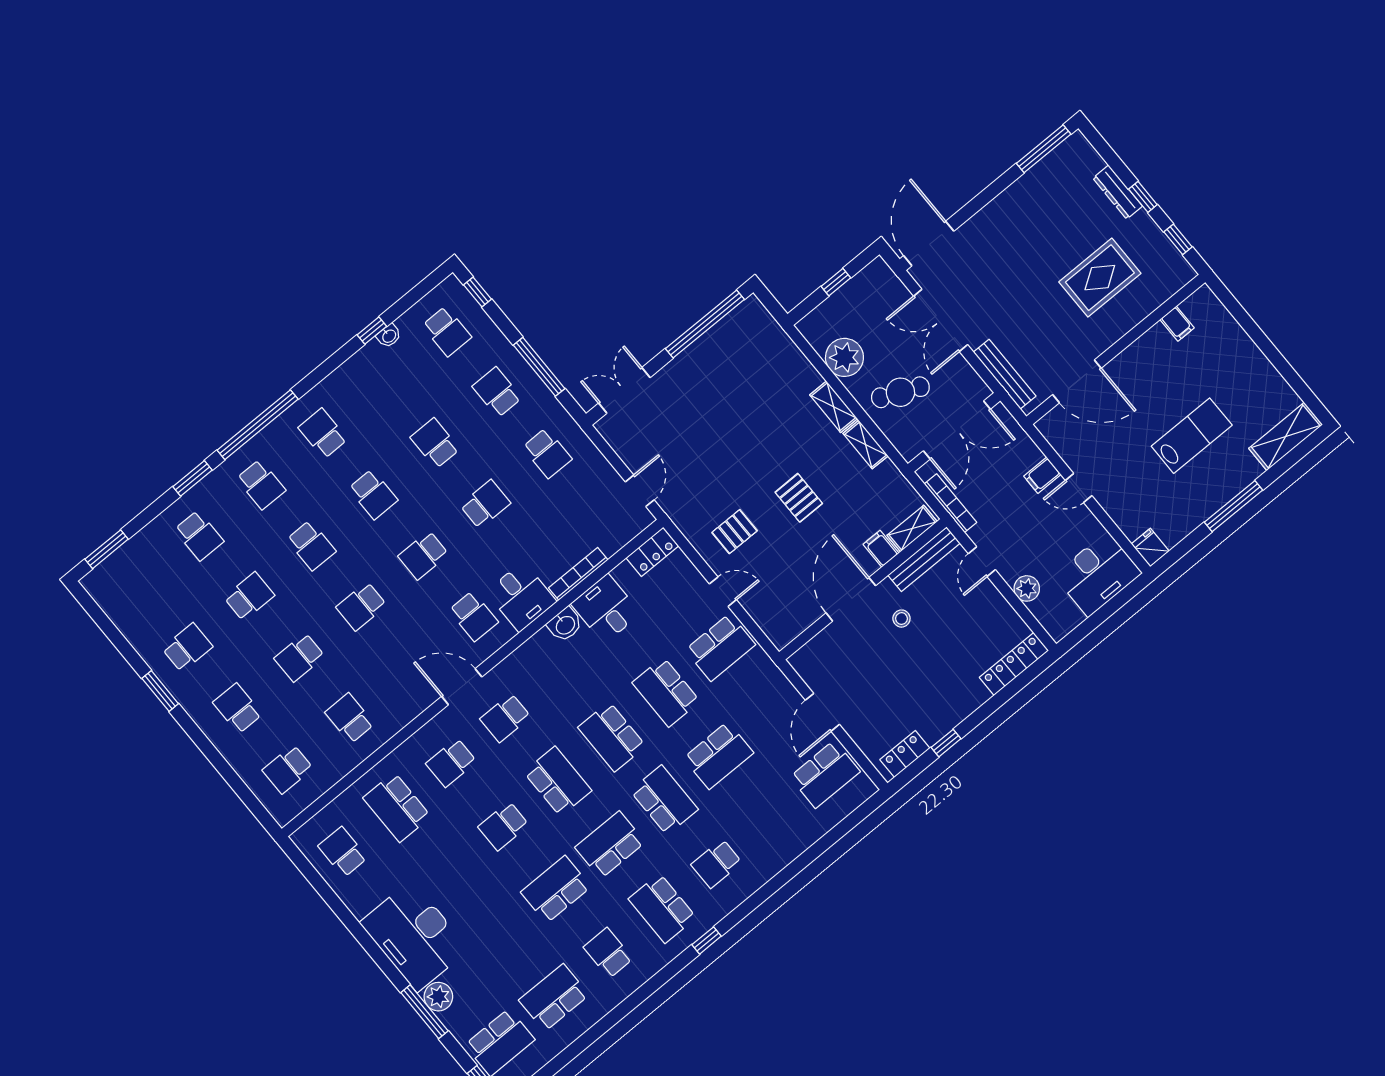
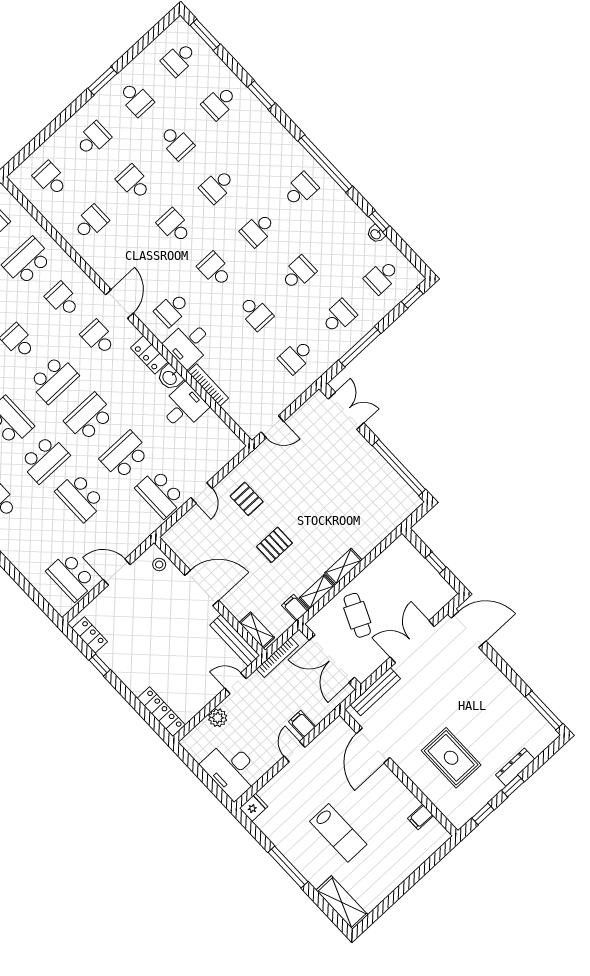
plant: (844, 357) -> (380, 572), removed
window: (258, 425) -> (325, 164), moved
school desk: (261, 484) -> (179, 59), moved
filing cabinet: (881, 549) -> (295, 608), moved, turned -90
locker: (652, 552) -> (149, 355), moved
stool: (901, 619) -> (159, 564), moved

